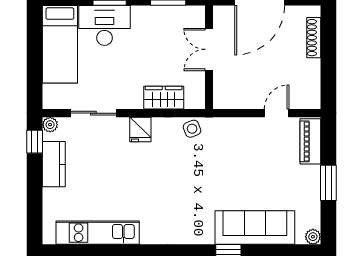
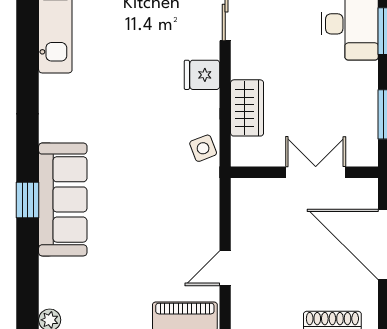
door: (277, 113) -> (225, 268), swing flipped
sofa: (255, 227) -> (63, 199), moved

